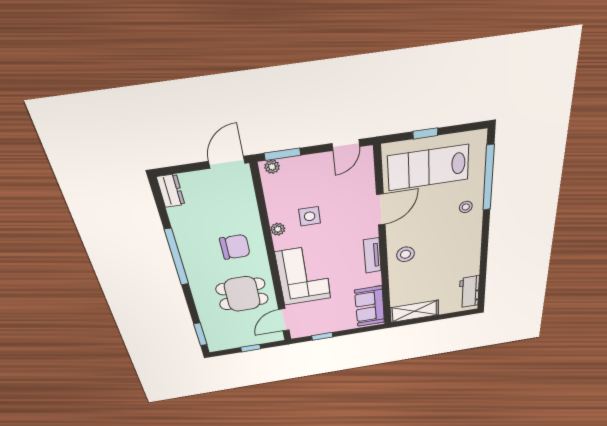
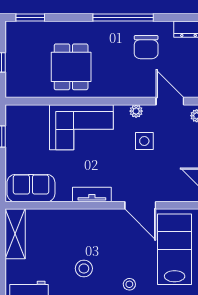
chair: (235, 247) -> (146, 47), moved
stool: (405, 254) -> (84, 268), moved
door: (284, 320) -> (170, 101), moved

